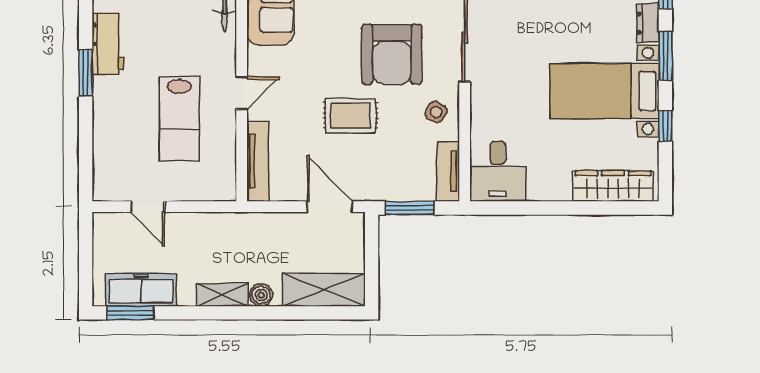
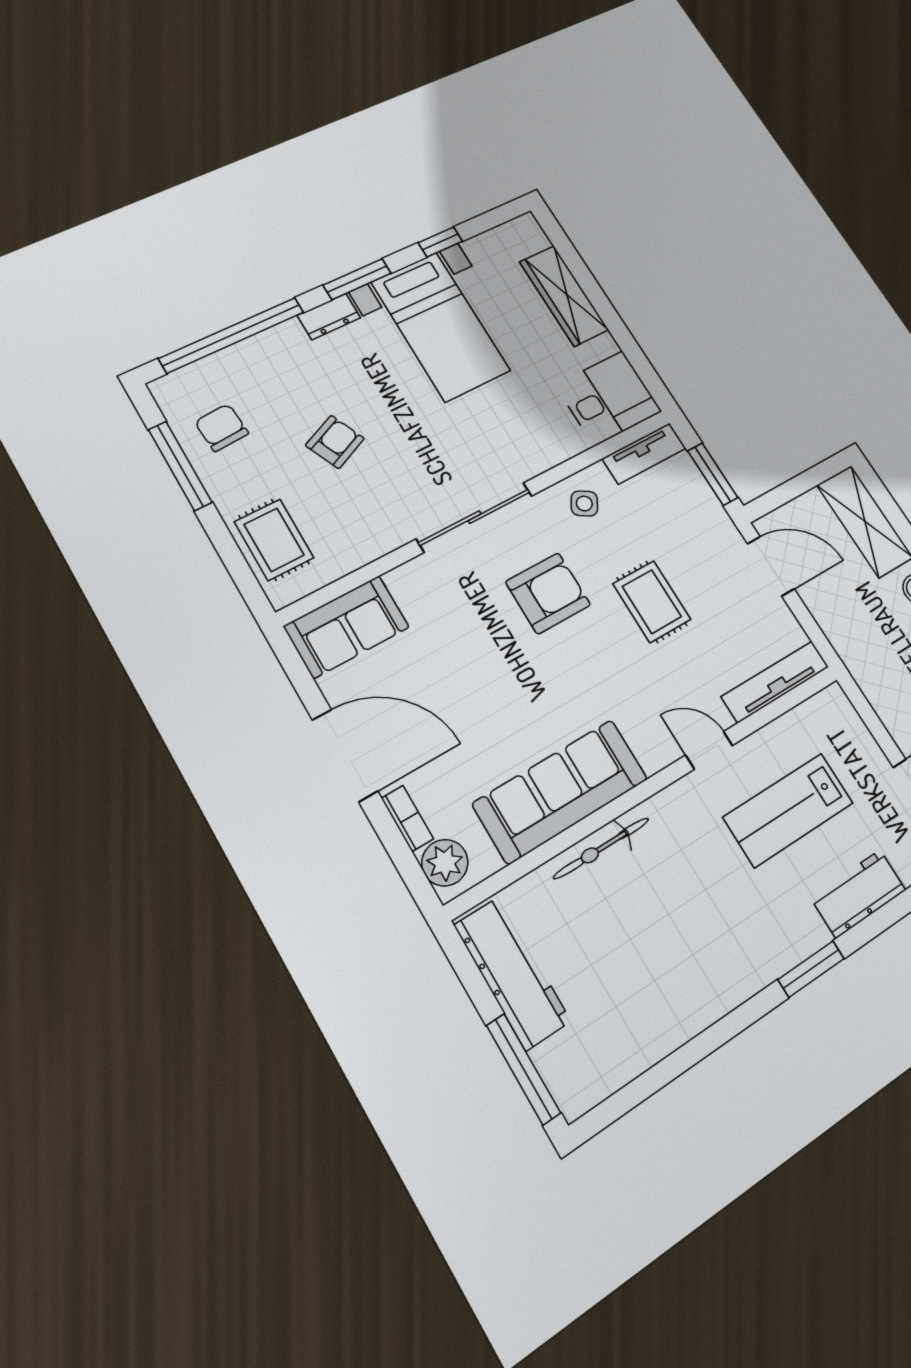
workbench: (108, 44) -> (858, 894), moved
armchair: (392, 54) -> (548, 593), width x0.73, depth x0.73
lab bench: (179, 119) -> (788, 810), turned 180
wardrobe: (613, 186) -> (564, 296), moved
door: (330, 207) -> (771, 566), swing flipped

